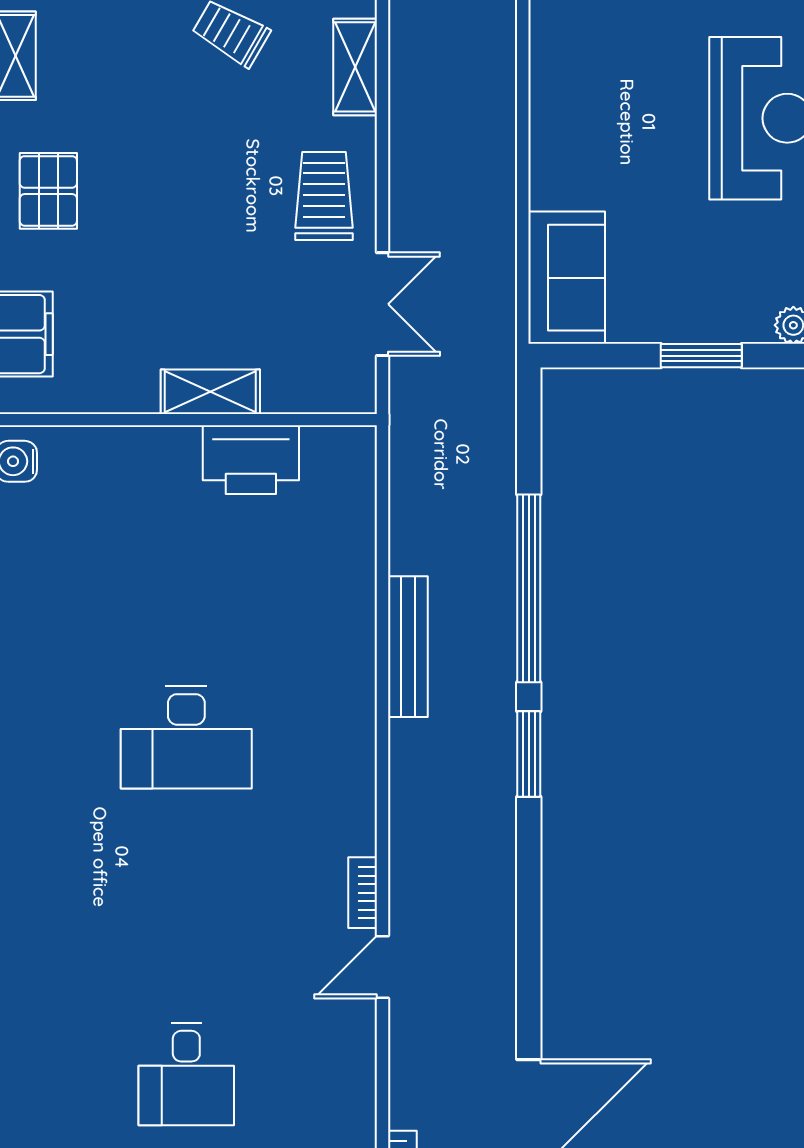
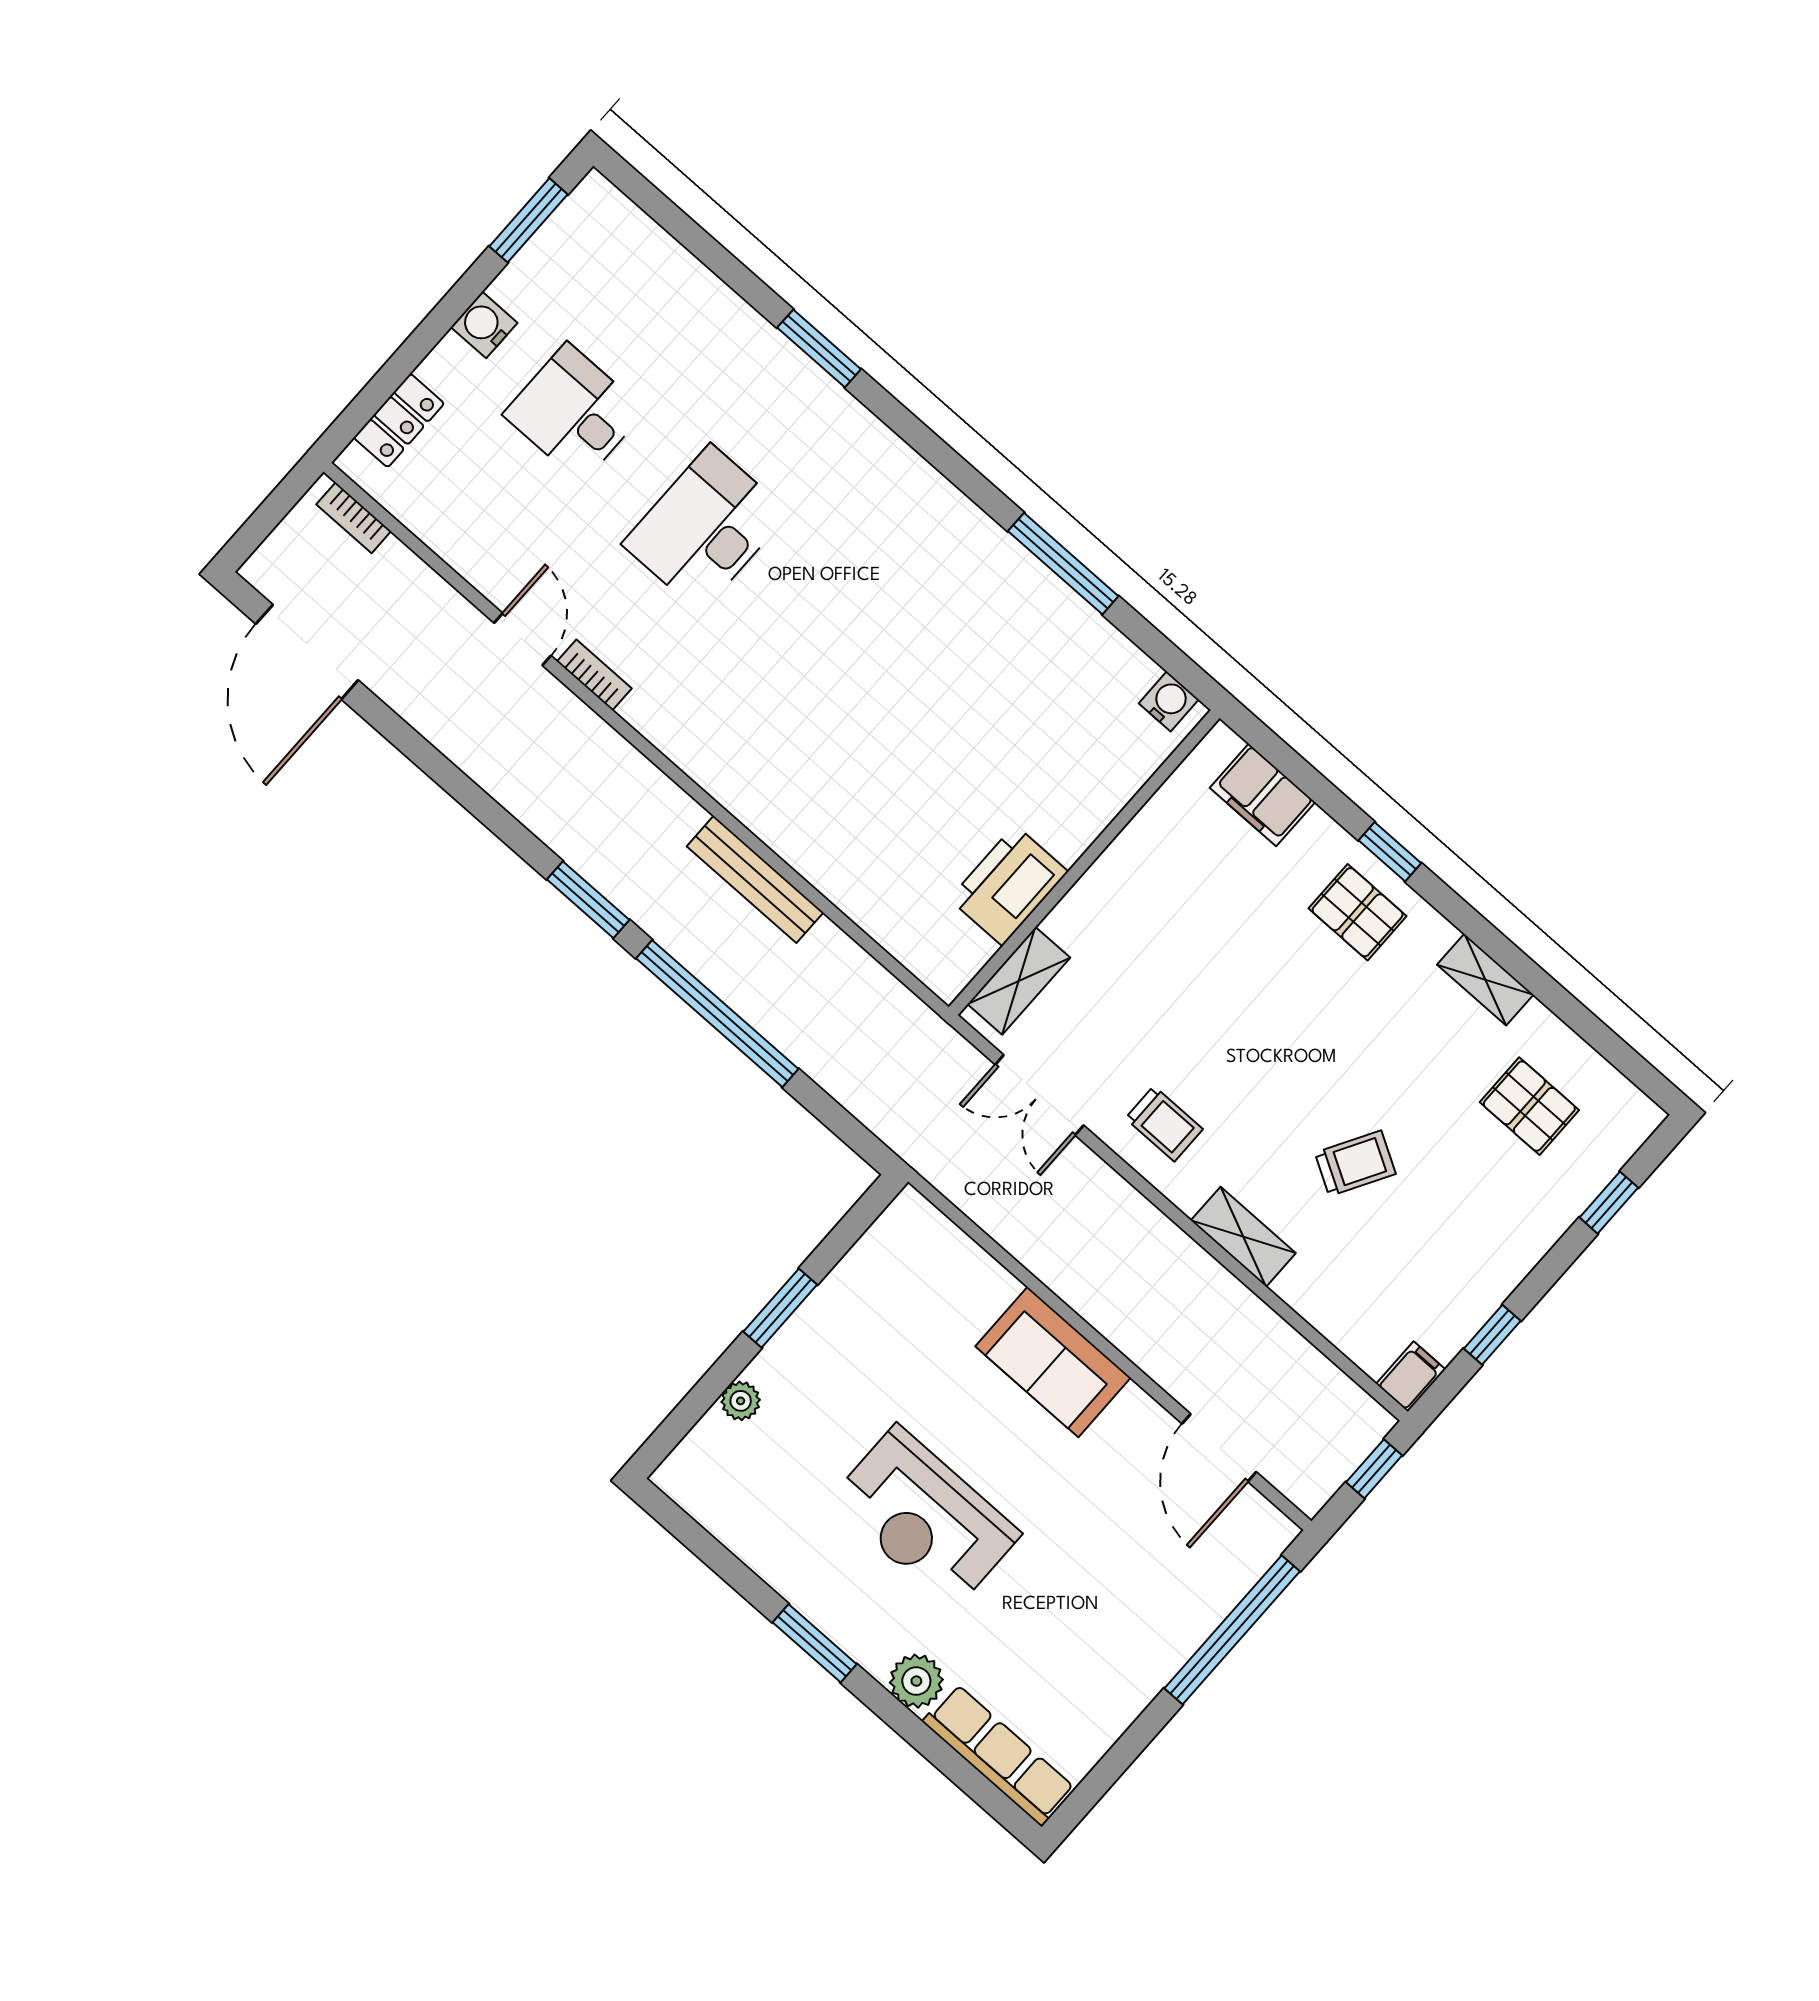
trolley: (324, 196) -> (1164, 1124), width x0.73, depth x0.72
sofa: (567, 278) -> (1053, 1362), moved
shelving: (210, 392) -> (1019, 981), moved
desk: (186, 737) -> (705, 529), moved

